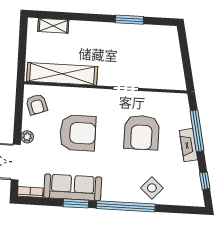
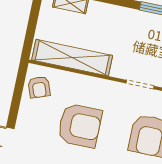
plant: (27, 137) -> (23, 121), removed

